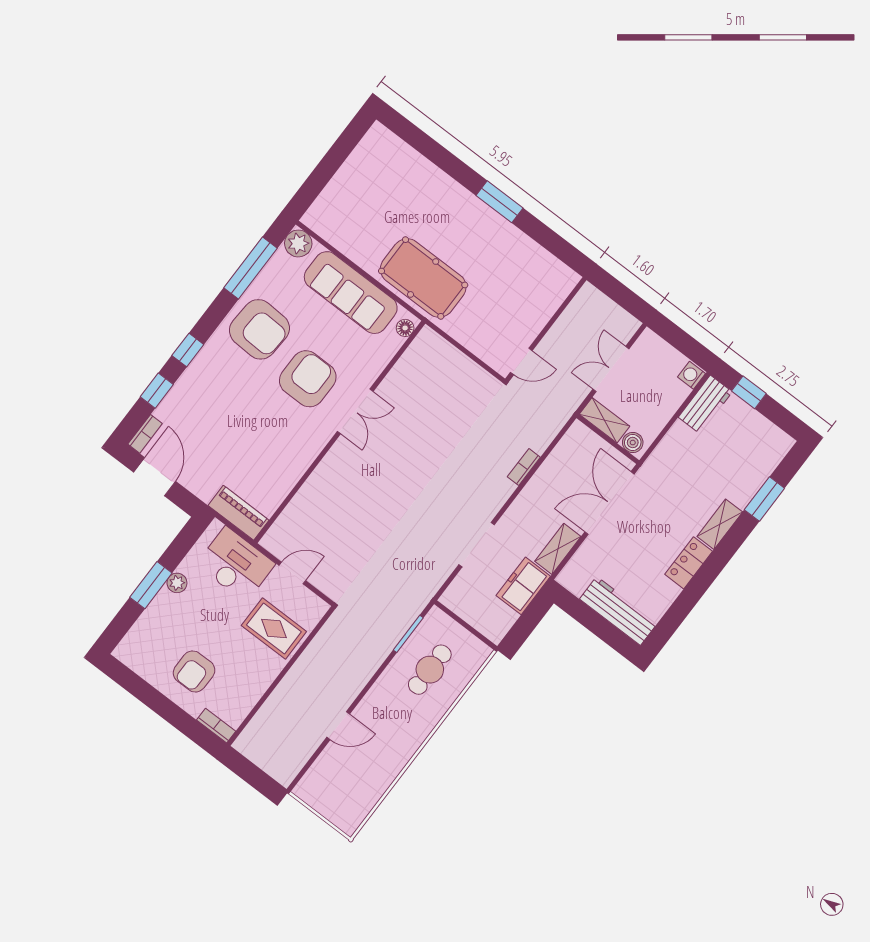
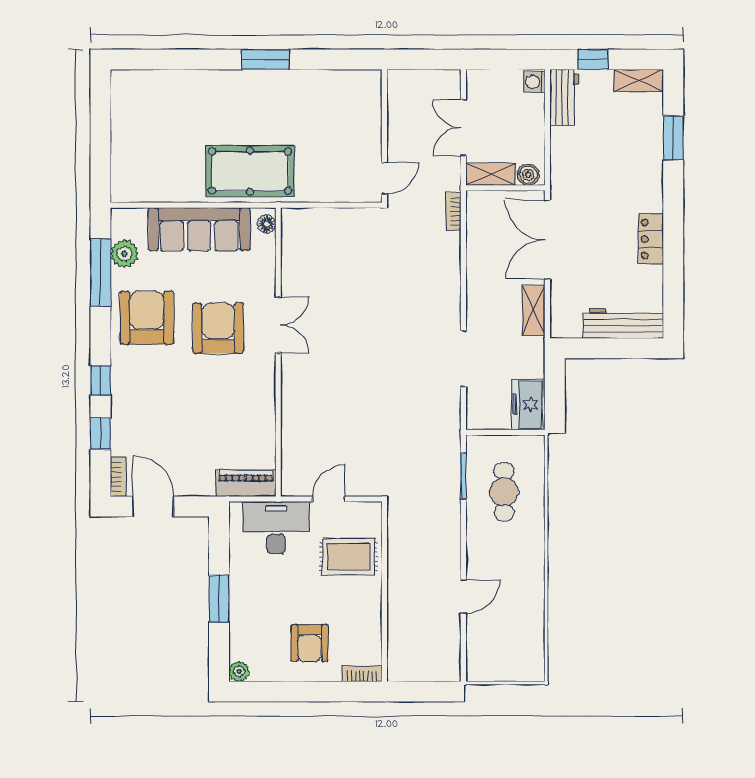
plant: (298, 243) -> (124, 254), moved
armchair: (259, 329) -> (147, 318), turned -93
bookcase: (524, 467) -> (453, 212), moved
shelving: (720, 524) -> (639, 81), moved, turned 90
plant: (177, 583) -> (239, 671), moved
freezer: (523, 586) -> (528, 404), moved

